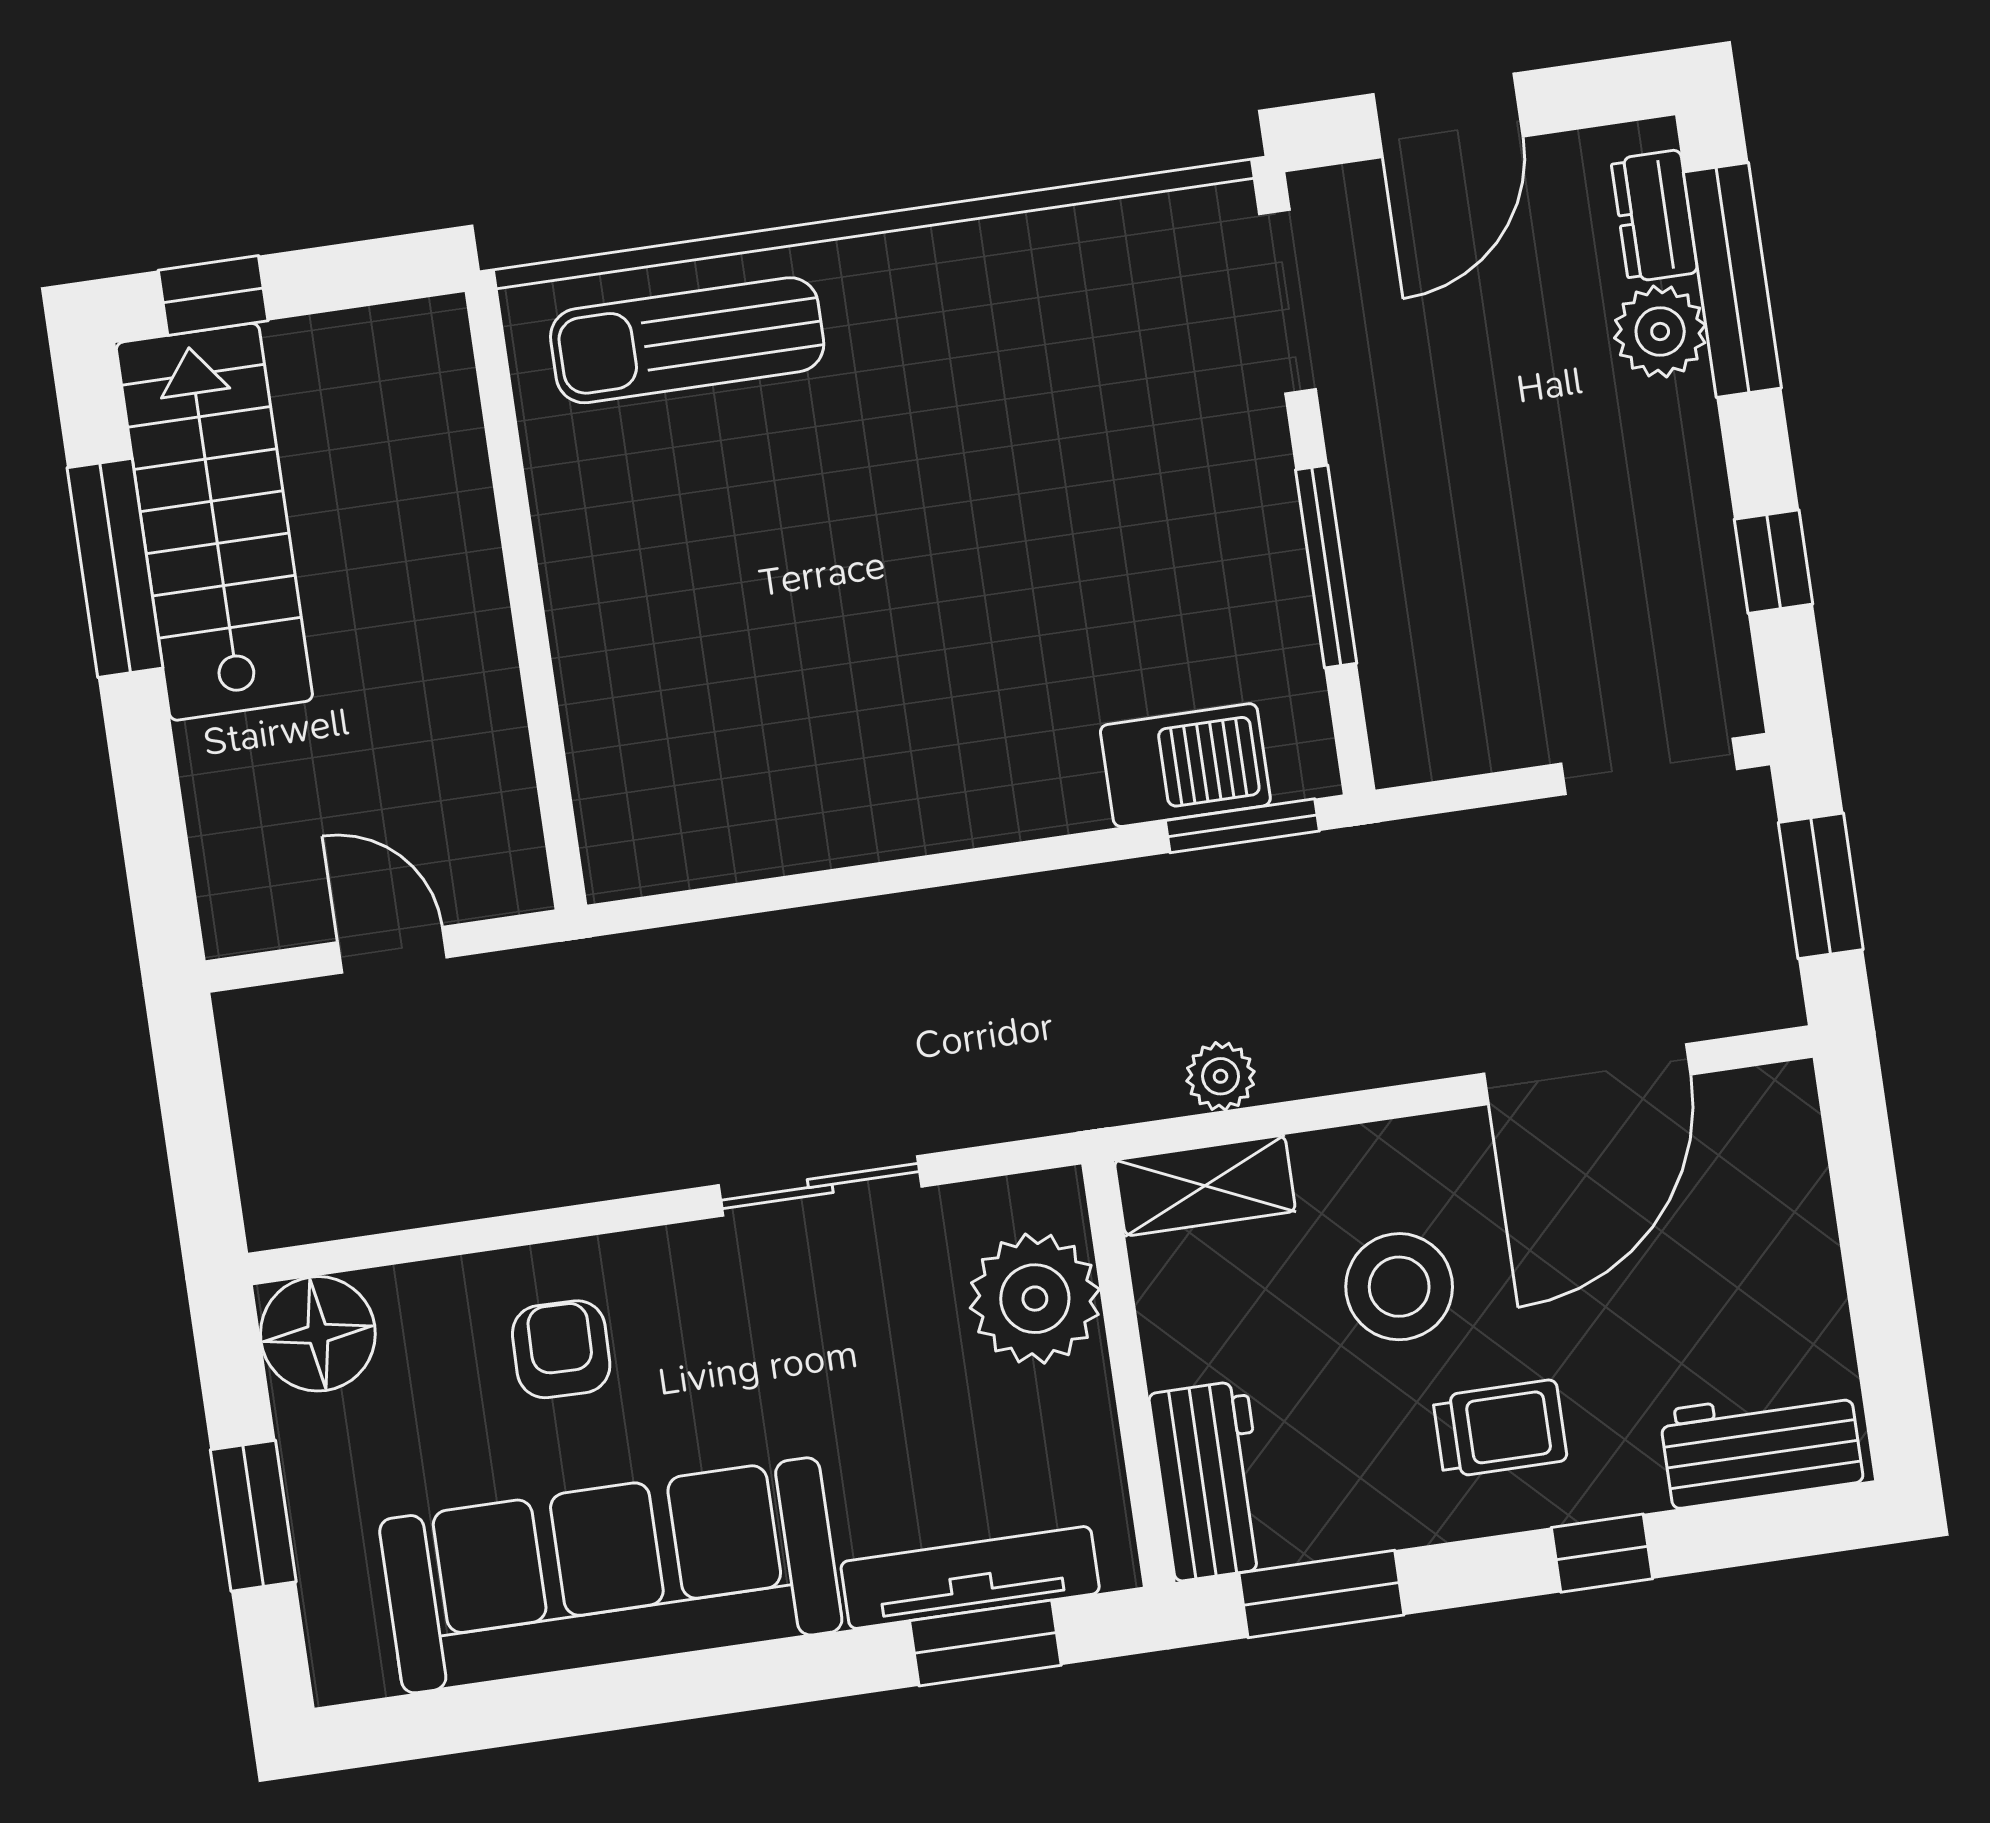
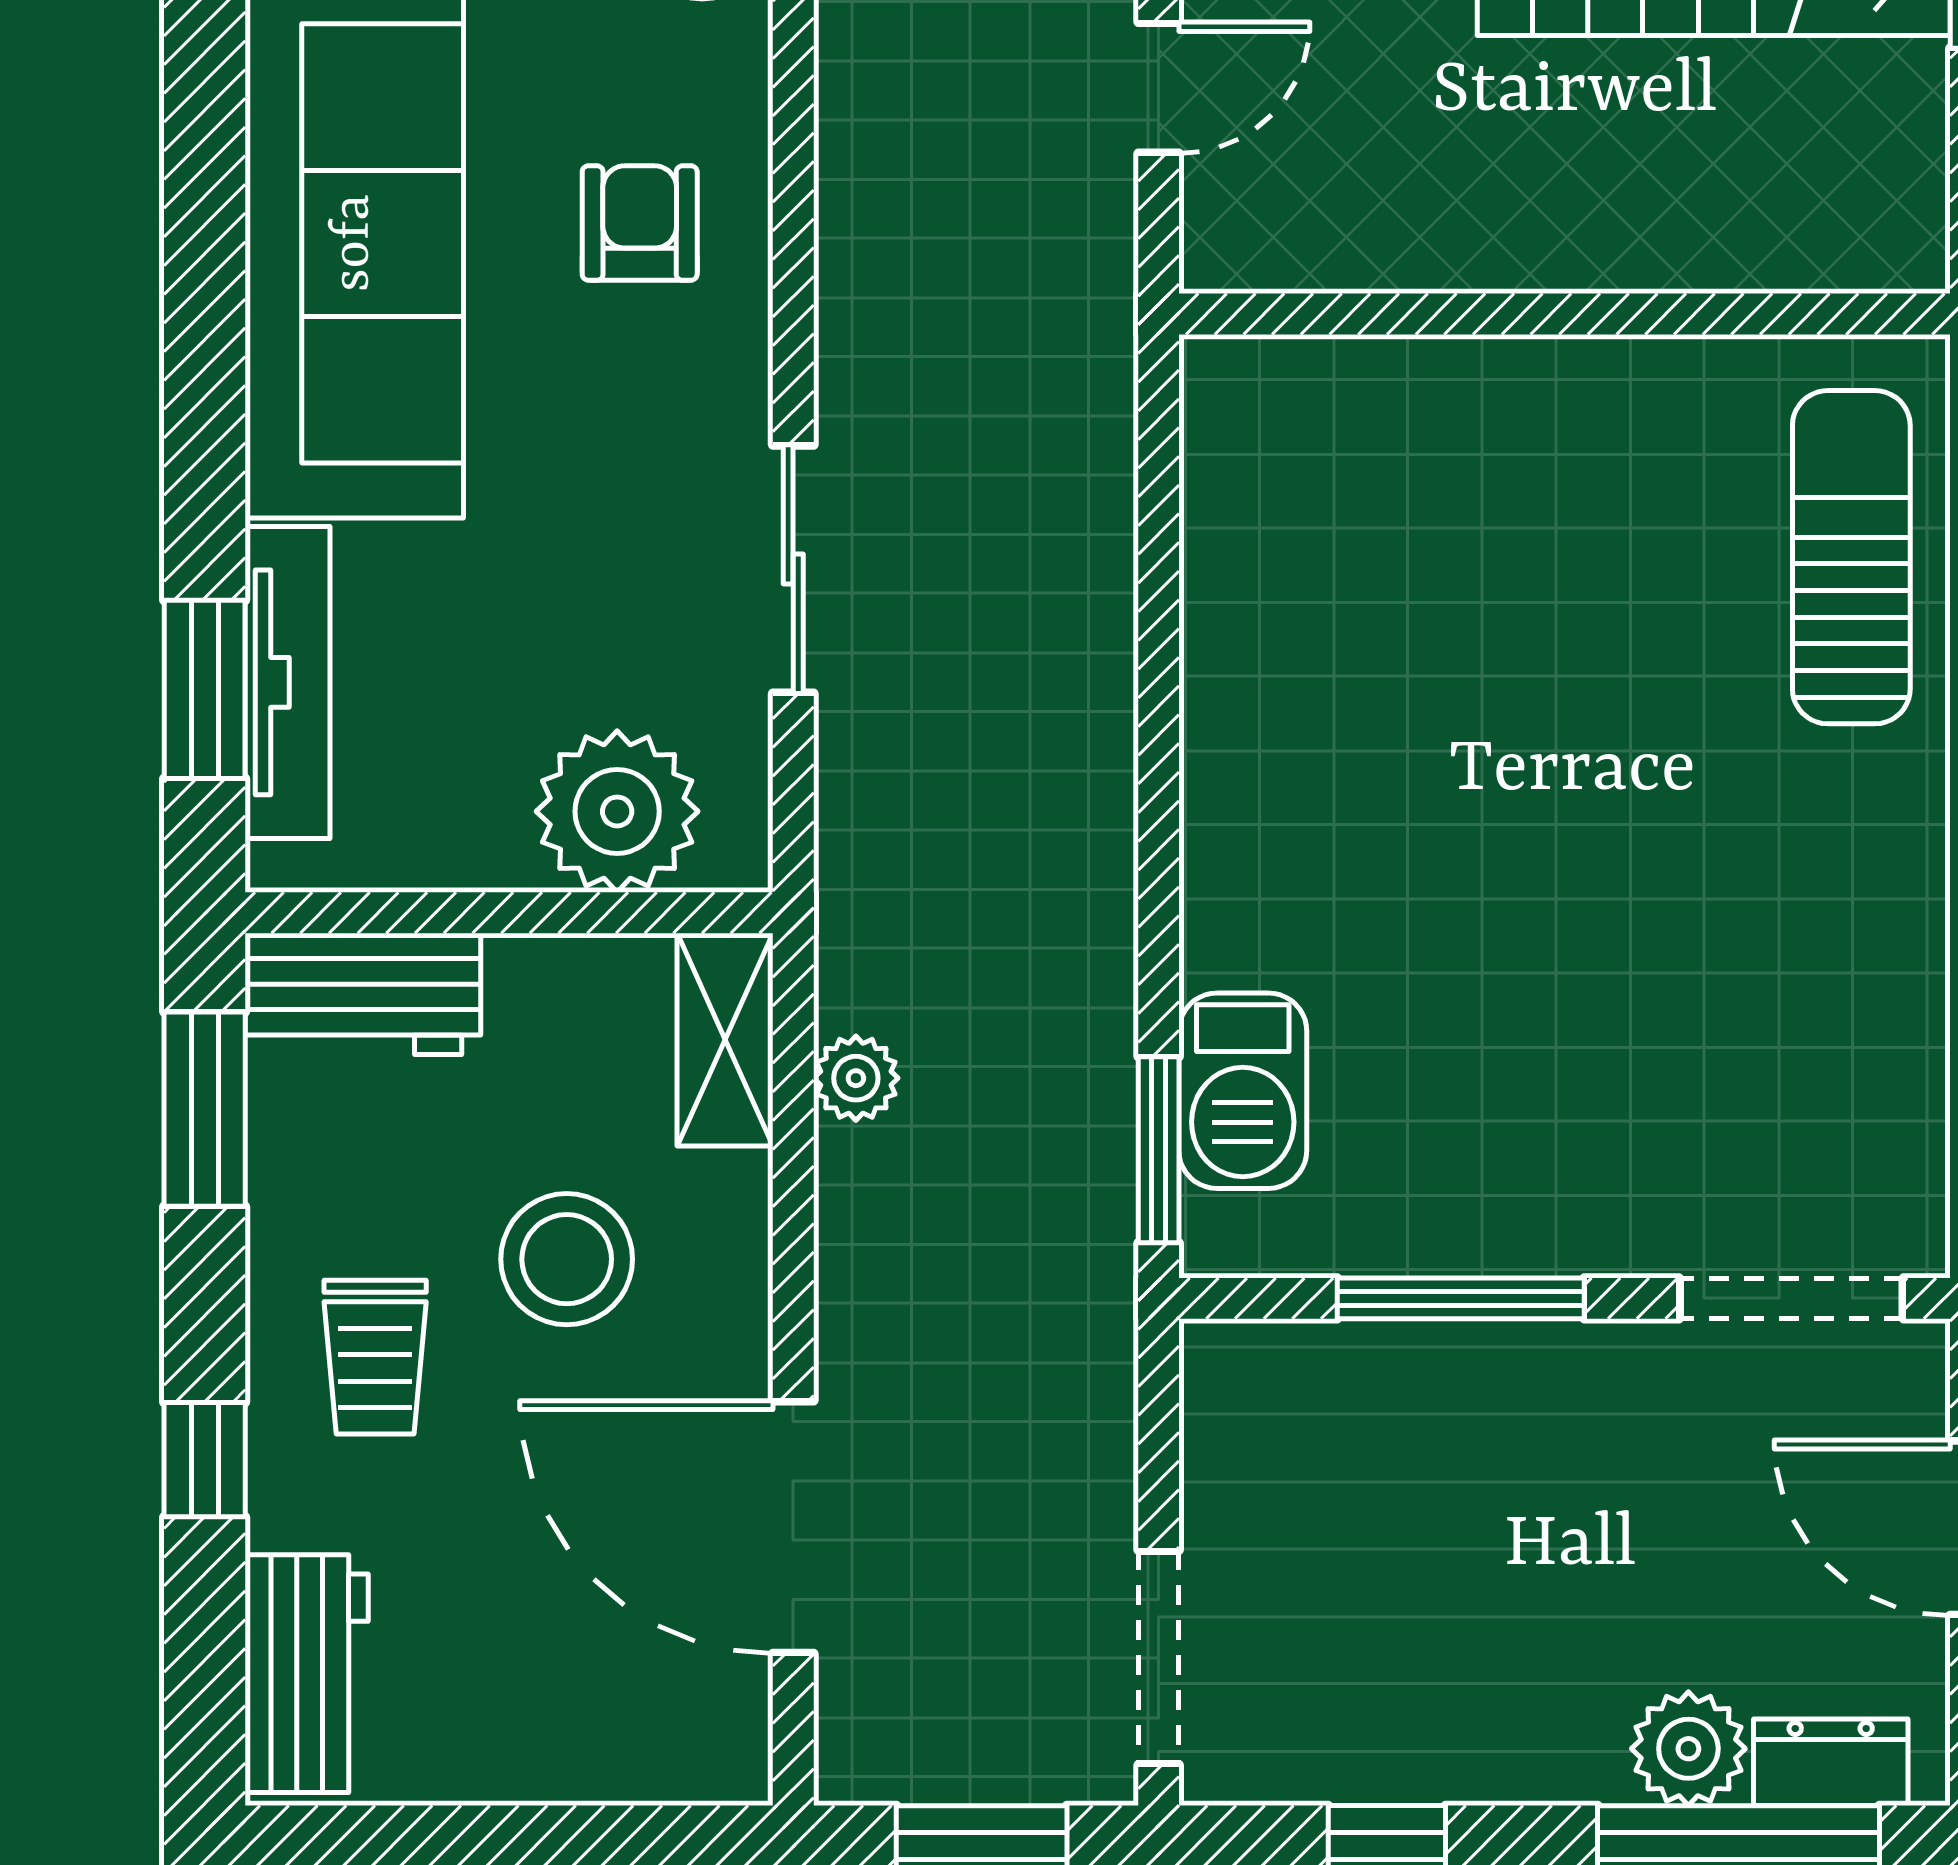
armchair: (561, 1349) -> (640, 223), turned -91

